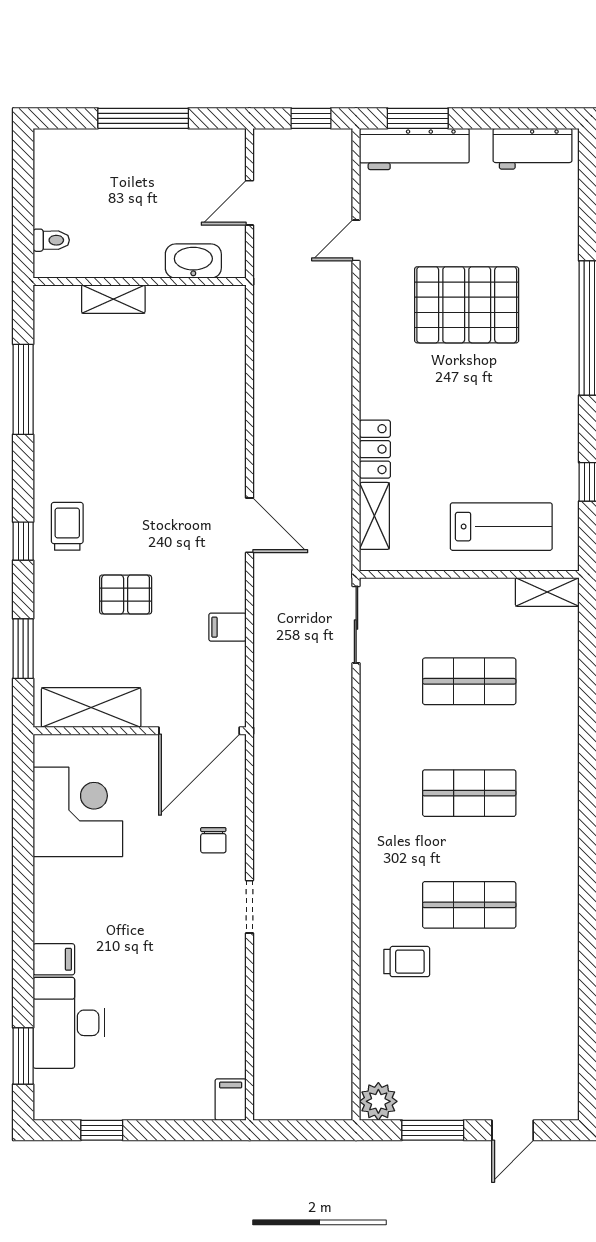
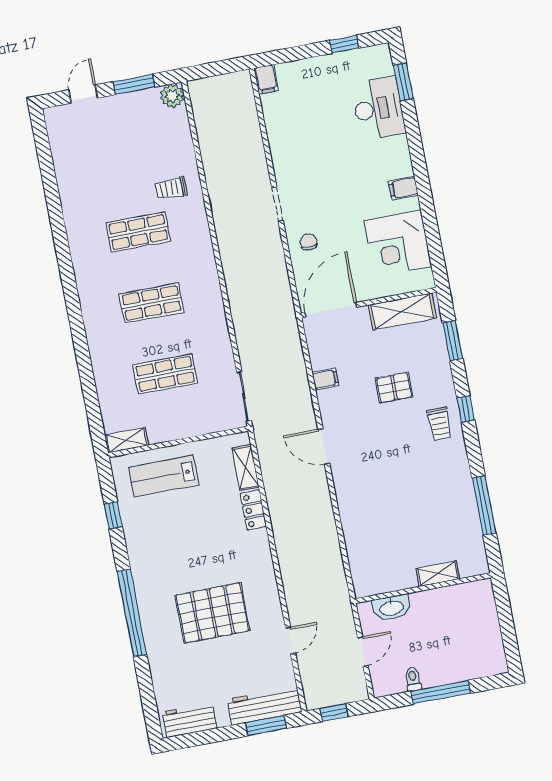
toilet: (51, 240) -> (413, 679), moved, turned 90
filing cabinet: (54, 959) -> (403, 188), moved

